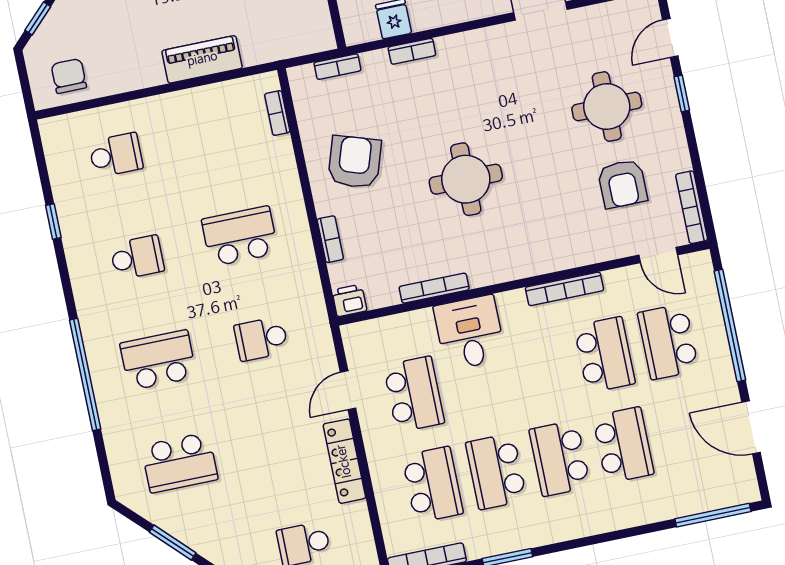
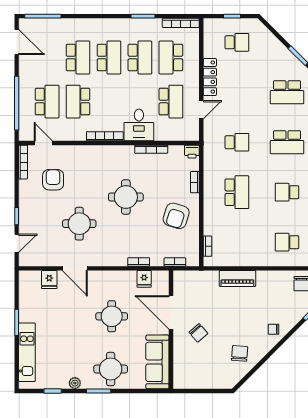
round table: (607, 106) -> (79, 224), moved
school desk: (240, 236) -> (237, 192), turned -90
bookcase: (565, 289) -> (105, 136), moved
school desk: (414, 394) -> (171, 102), turned 180
door: (751, 427) -> (17, 42), moved
school desk: (623, 445) -> (78, 58), turned 180
school desk: (180, 463) -> (287, 92), turned 180

